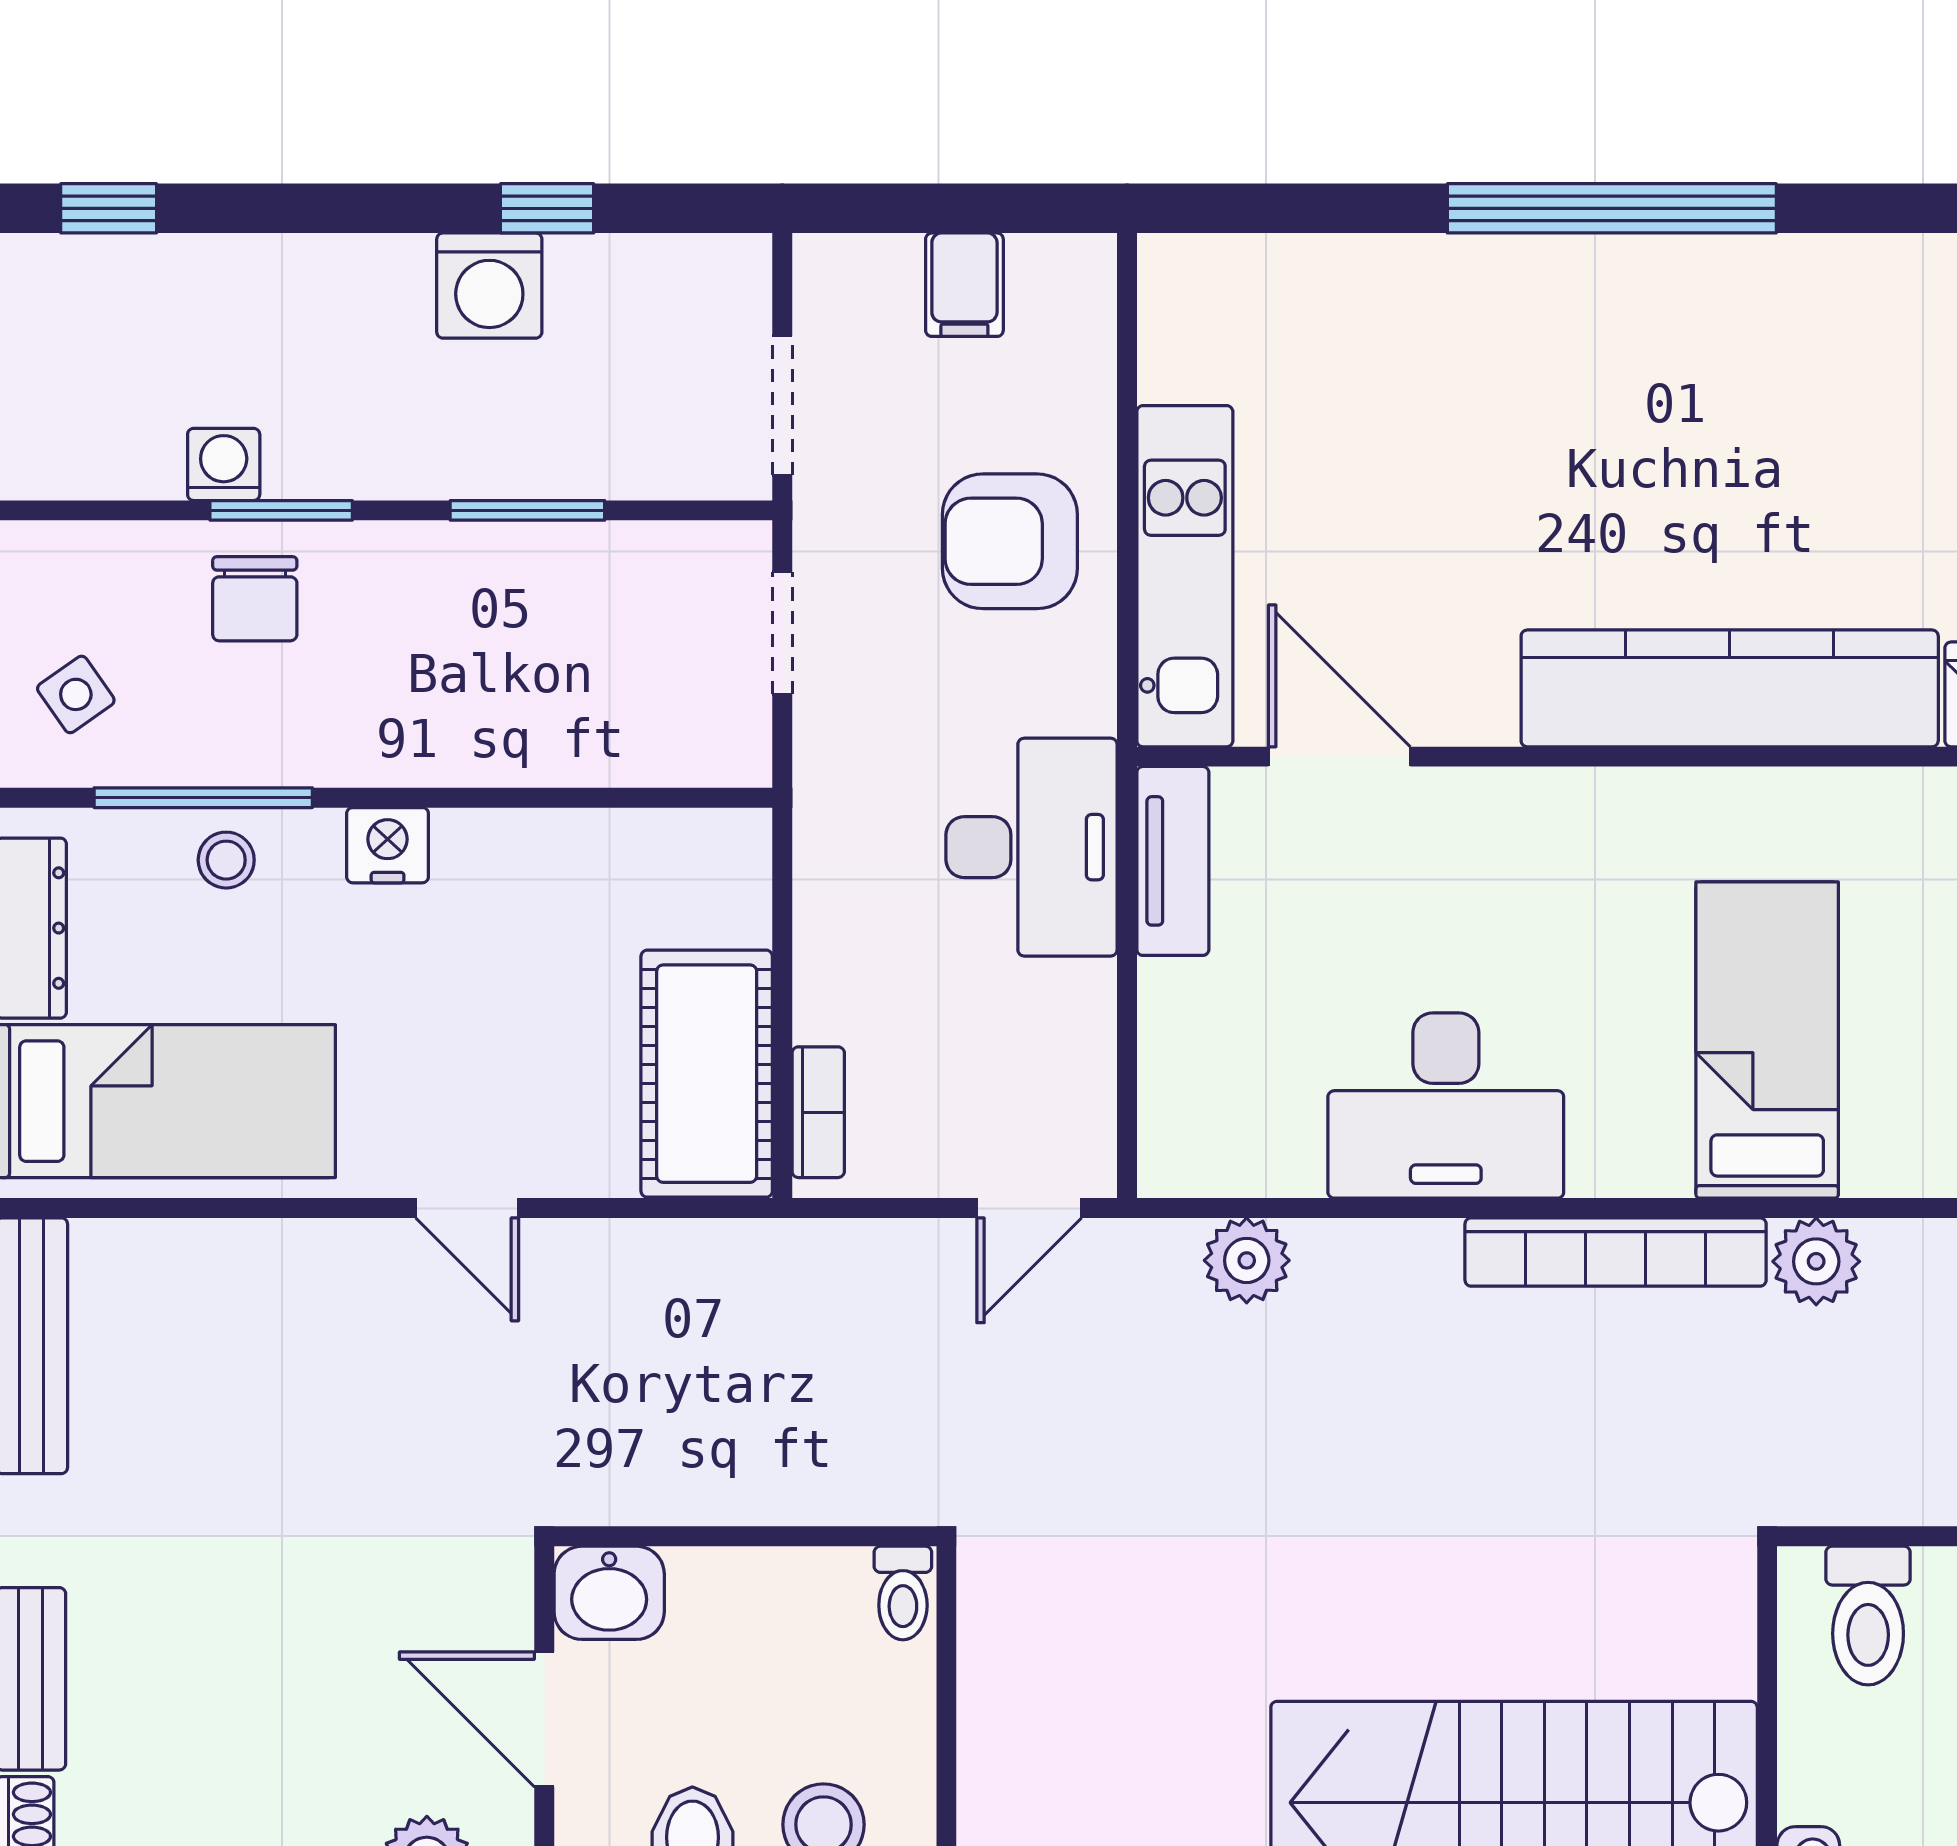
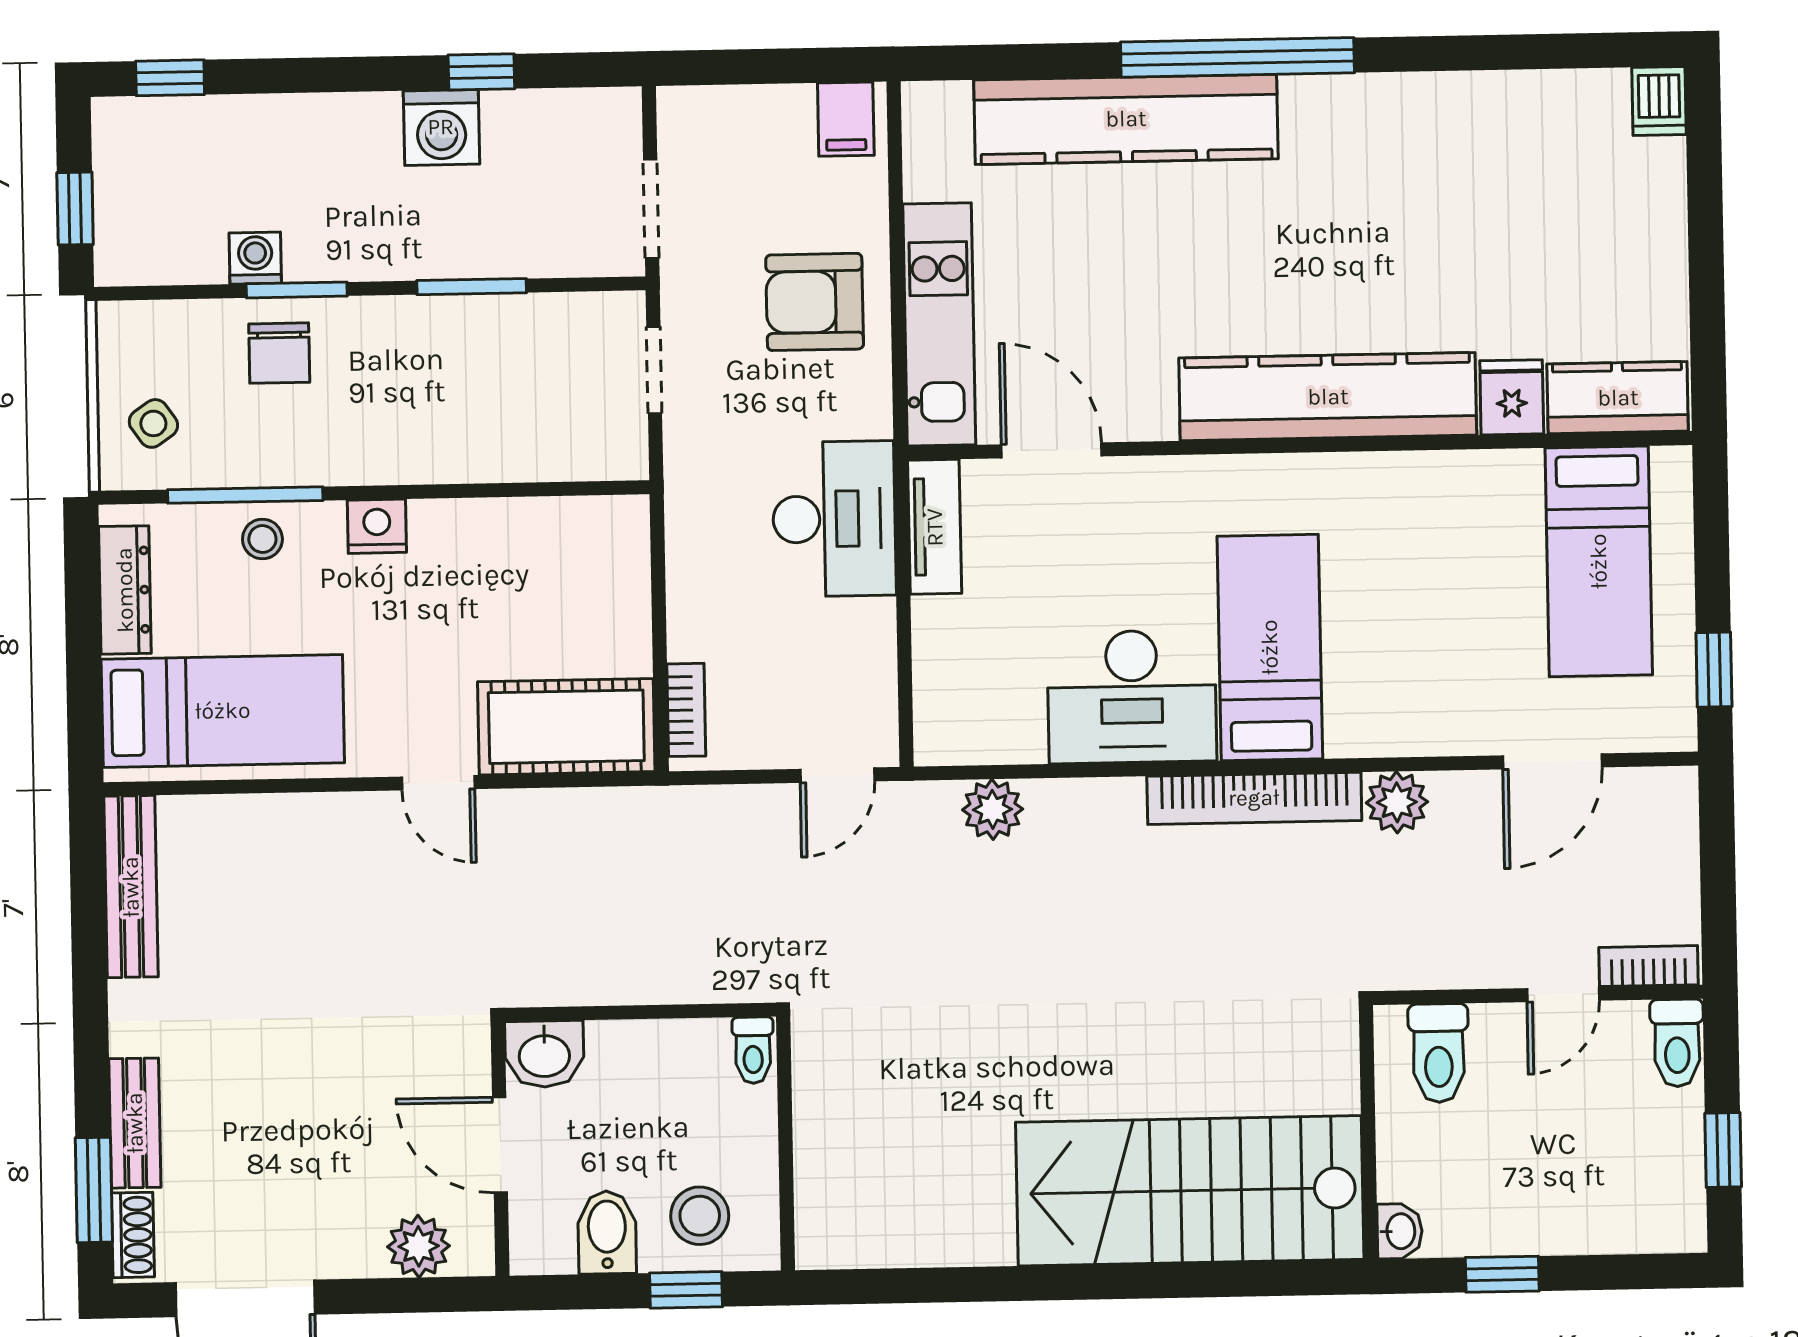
filing cabinet: (964, 285) -> (846, 119), moved
kitchen counter: (1453, 293) -> (1126, 119), added
bed: (1767, 1040) -> (1270, 647), moved
cot: (707, 1074) -> (566, 727), moved, turned 90

